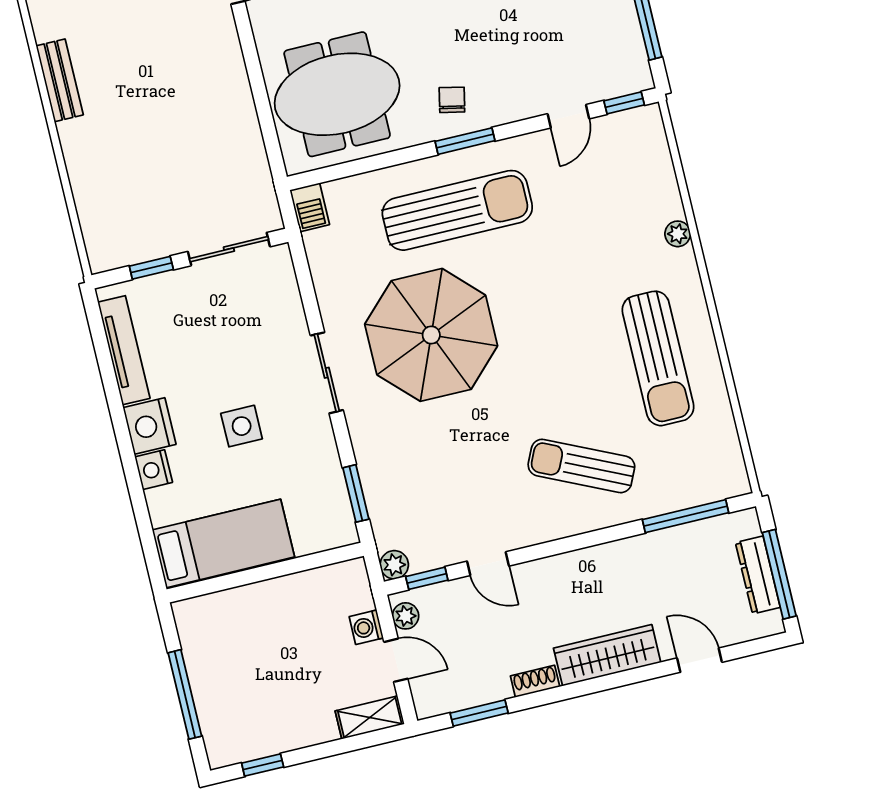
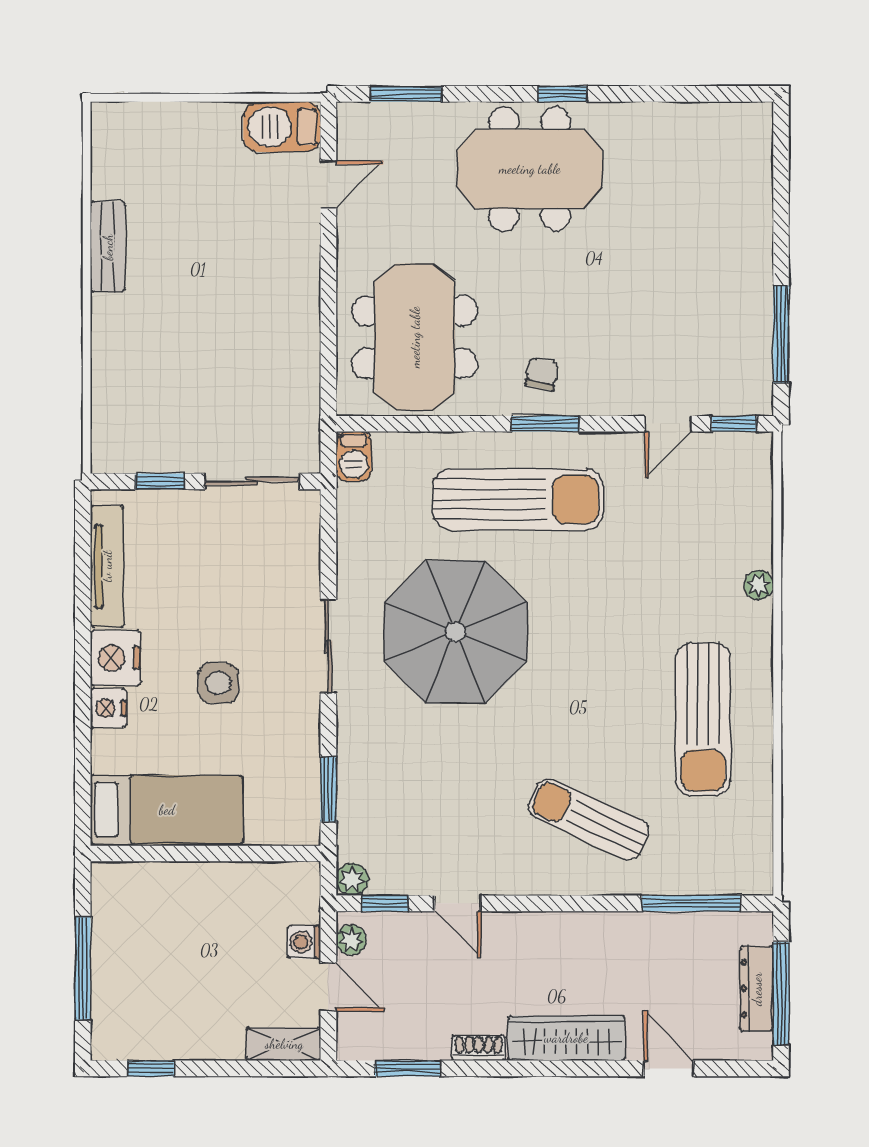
meeting table: (337, 94) -> (415, 337), turned 90

